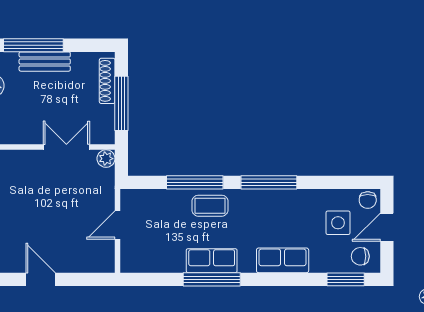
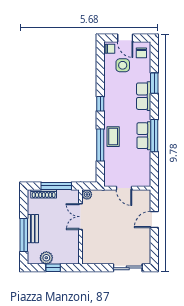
window: (269, 182) -> (100, 104), width x0.46
door: (41, 279) -> (154, 220), moved
window: (346, 279) -> (154, 83), moved

